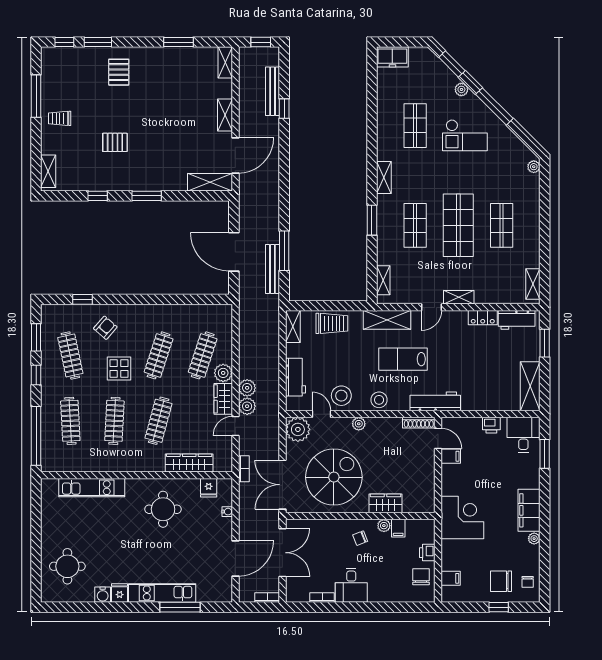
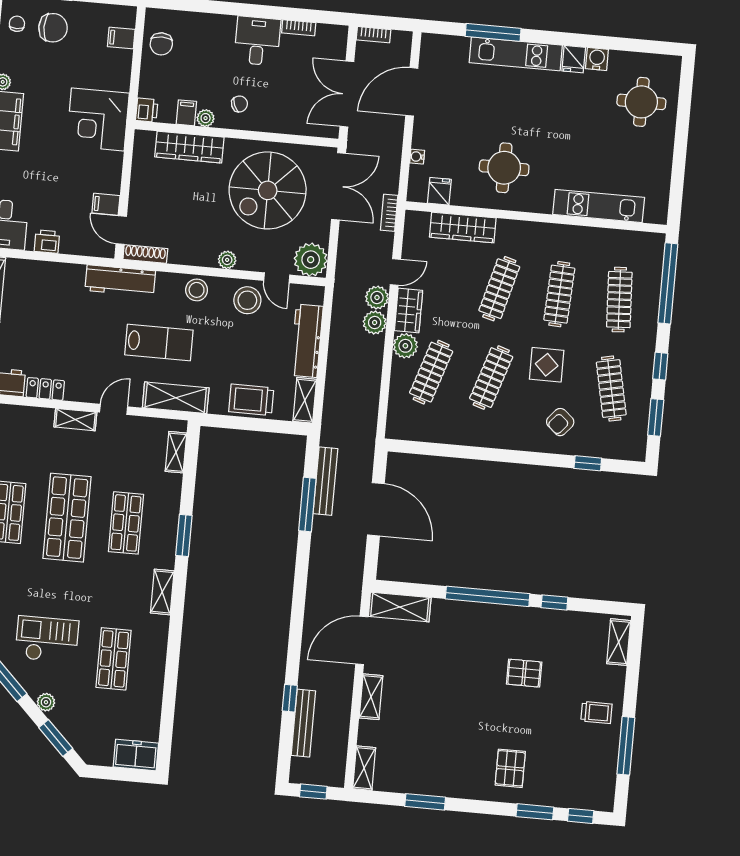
window: (147, 196) -> (488, 596), width x2.11
workbench: (295, 377) -> (307, 341), width x1.38
wardrobe: (386, 503) -> (189, 147), width x1.50
printer: (427, 553) -> (147, 110), moved

